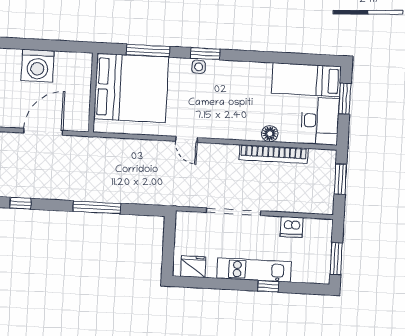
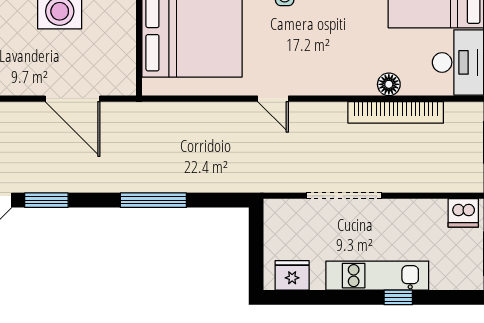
door: (43, 132) -> (73, 99), swing flipped
window: (21, 203) -> (46, 200), width x1.50
dishwasher: (292, 227) -> (463, 213), moved

